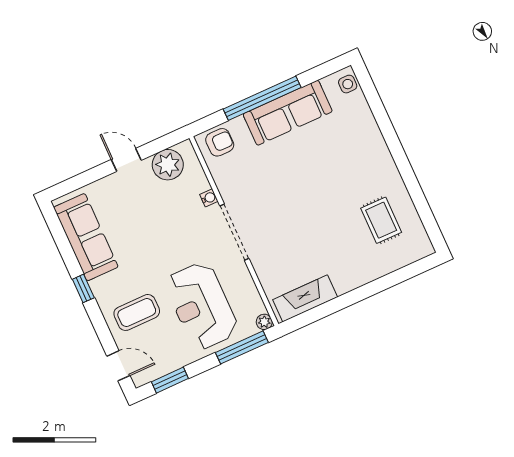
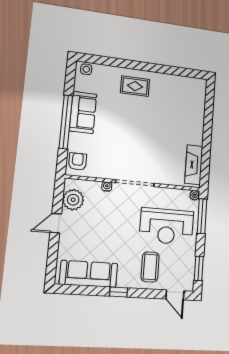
sofa: (288, 113) -> (83, 112), width x0.73
rug: (381, 220) -> (135, 86), moved
door: (118, 366) -> (175, 295), swing flipped

